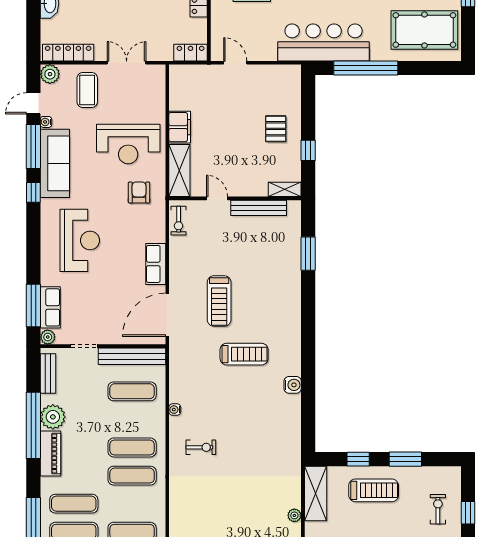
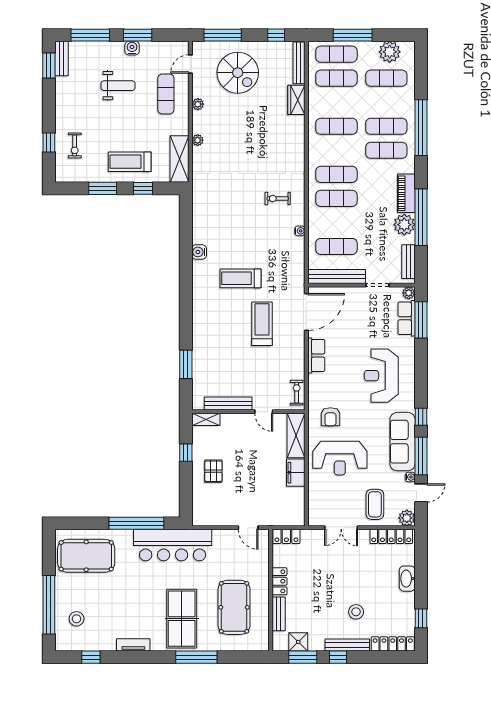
reception desk: (128, 144) -> (340, 458), turned 180

